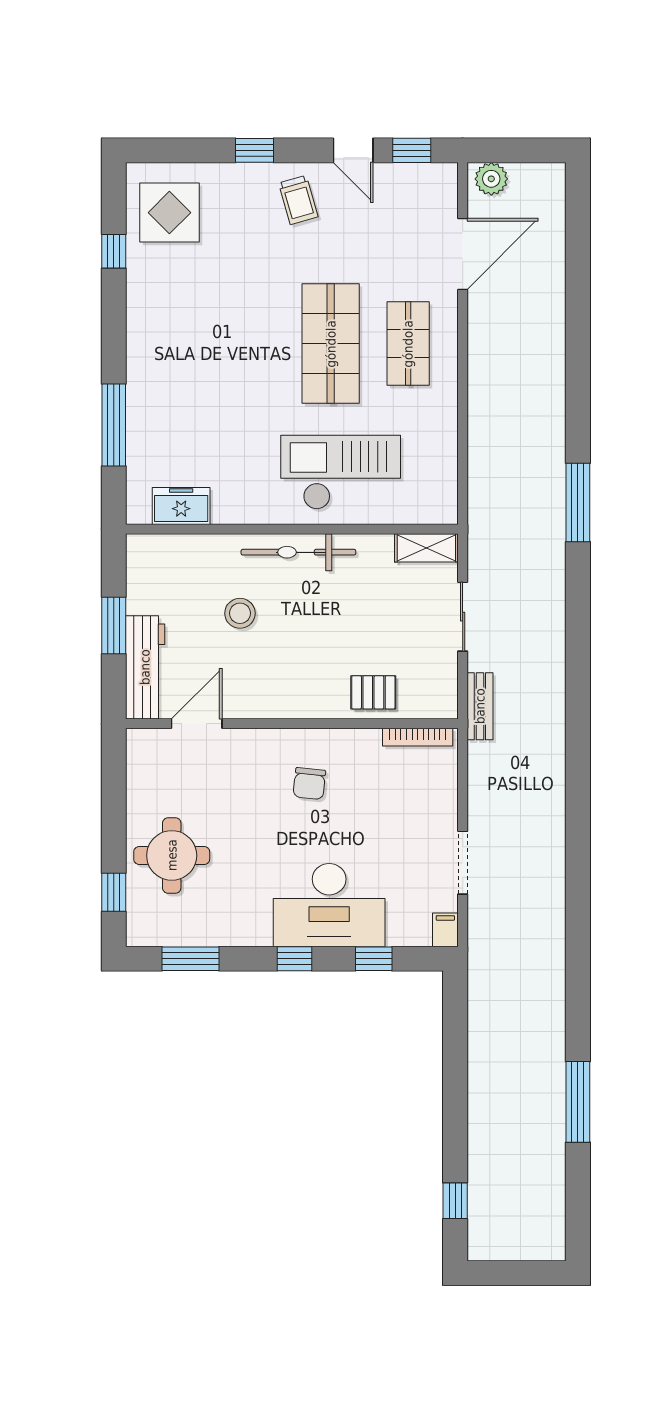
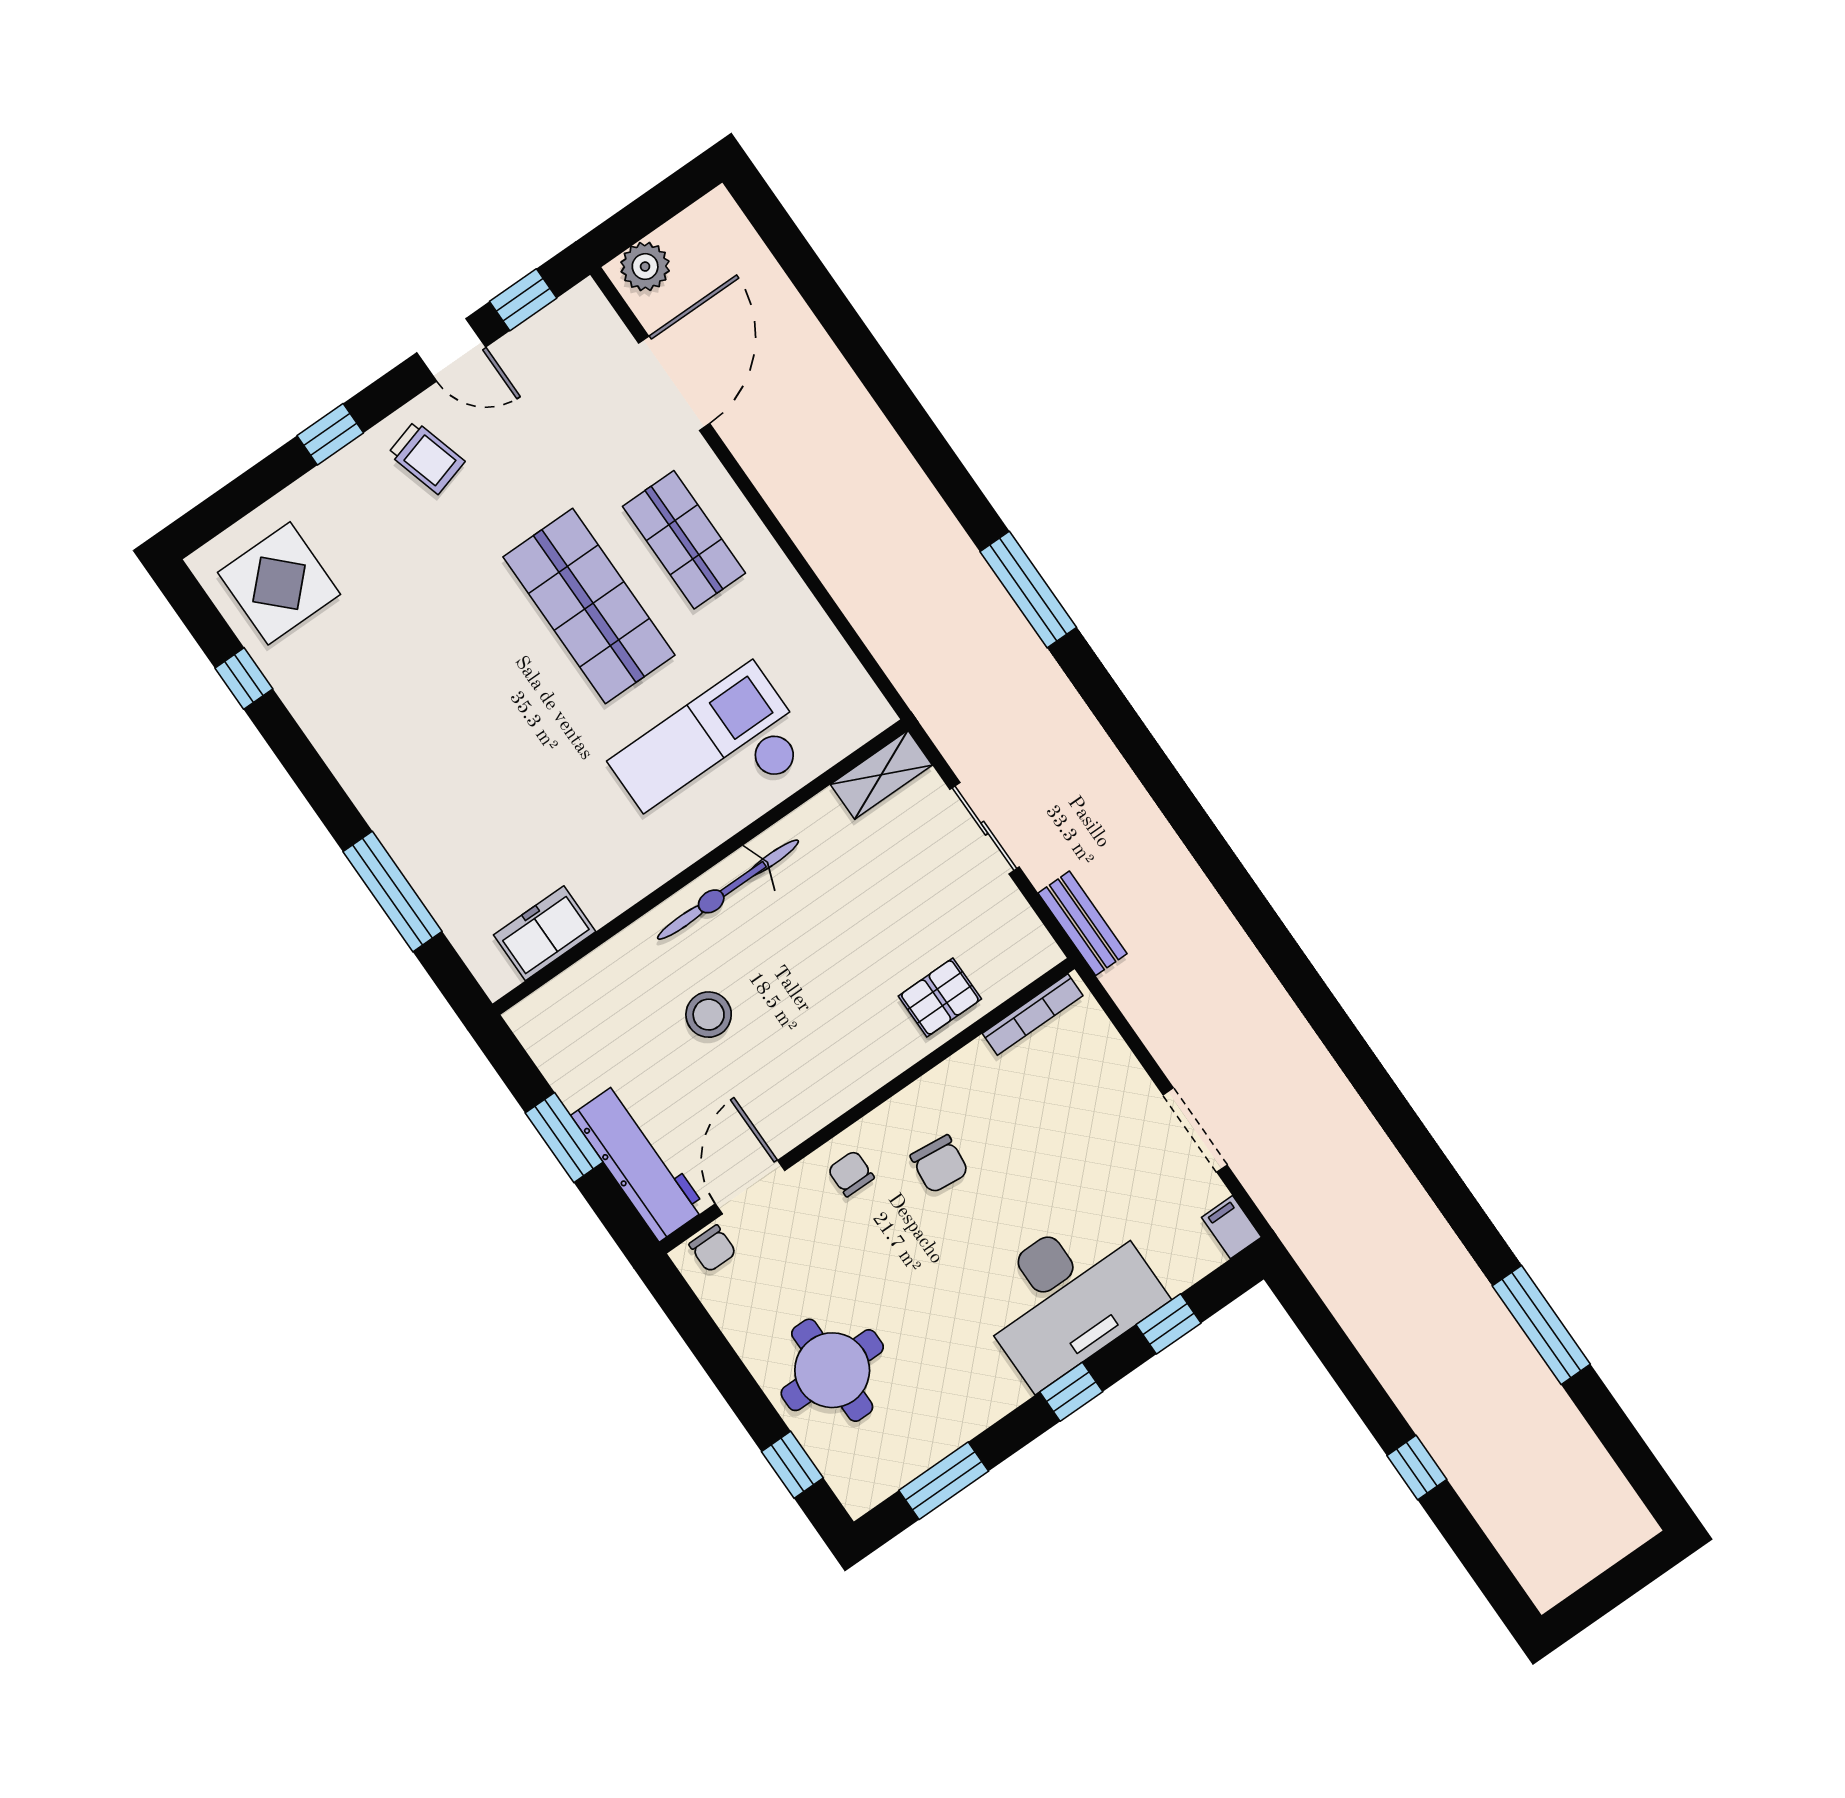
chair: (153, 743) -> (713, 1249), added
chair: (257, 755) -> (851, 1174), added
window: (455, 1201) -> (1417, 1468), moved

